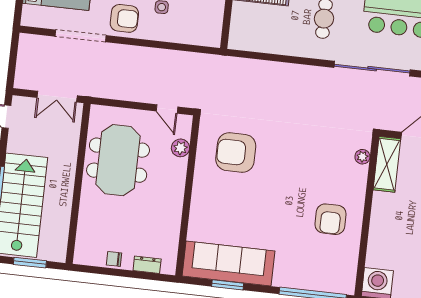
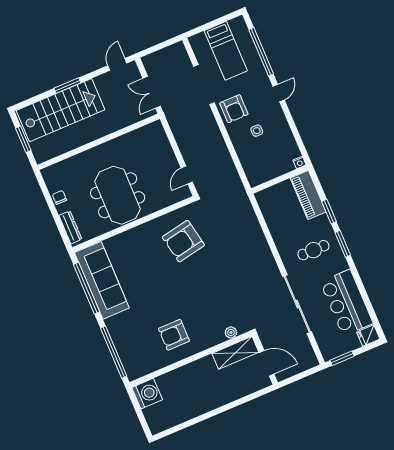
plant: (180, 148) -> (165, 200), removed
armchair: (236, 153) -> (183, 241), turned -101
meeting table: (118, 160) -> (118, 195), moved, turned 90
dresser: (147, 265) -> (70, 227), width x1.44
window: (228, 285) -> (86, 288), width x2.11

